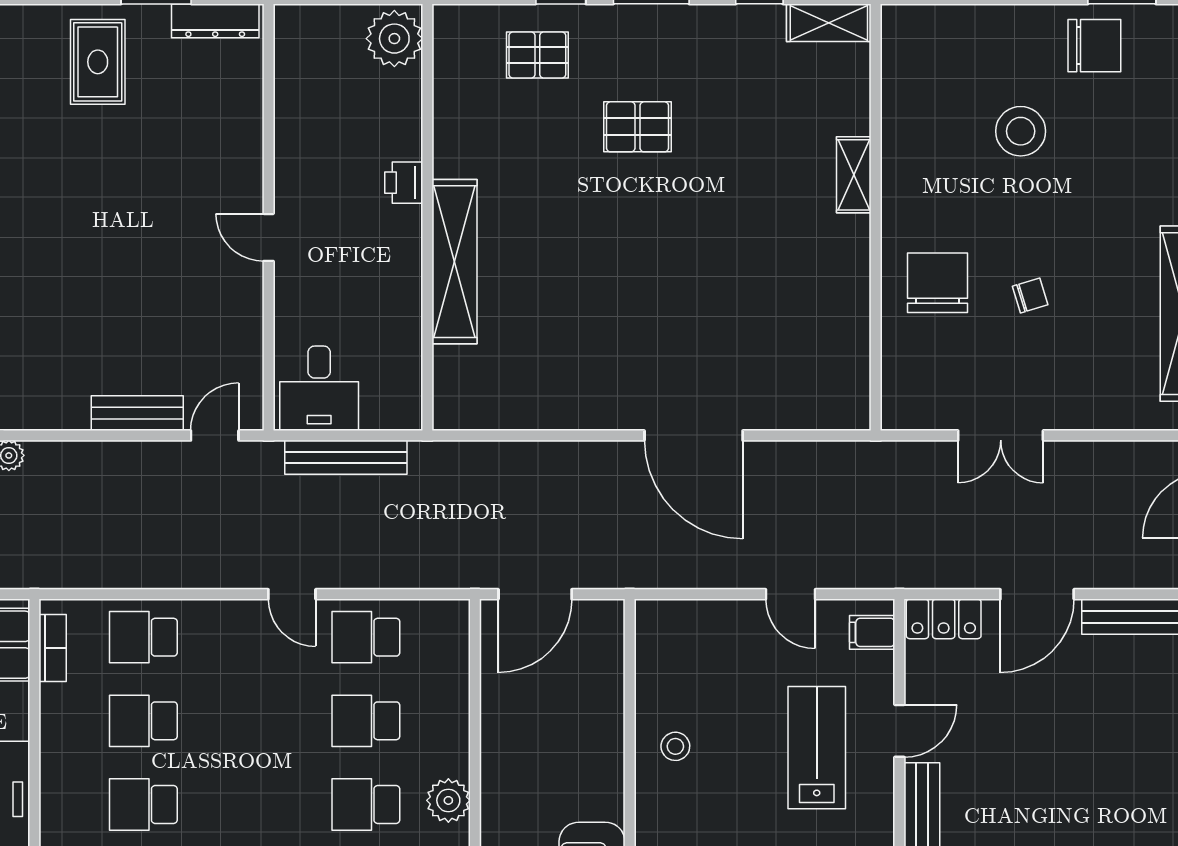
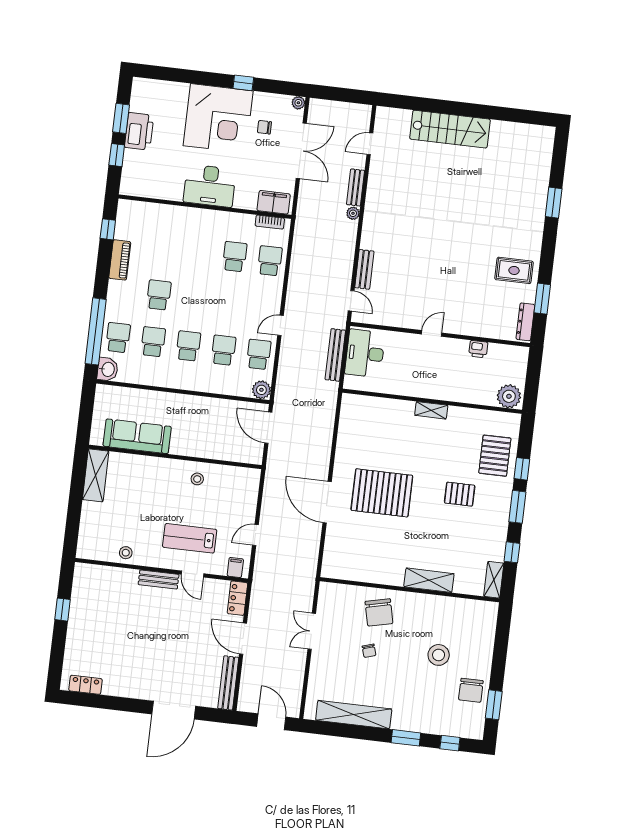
pallet: (537, 55) -> (495, 456), width x1.50, depth x1.42
pallet: (638, 127) -> (460, 494), turned 90
shelving: (854, 175) -> (429, 580), width x1.50, depth x1.33
printer: (404, 183) -> (478, 349), moved, turned 180
shelving: (454, 262) -> (431, 410), width x0.45, depth x0.75
chair: (937, 283) -> (379, 612), turned 77
pallet: (656, 310) -> (382, 493), added
desk: (319, 388) -> (365, 353), width x1.37
door: (694, 435) -> (327, 502), hinge flipped
lab bench: (817, 748) -> (190, 538), turned 180
plant: (448, 800) -> (261, 390), moved
school desk: (143, 805) -> (199, 252), removed

